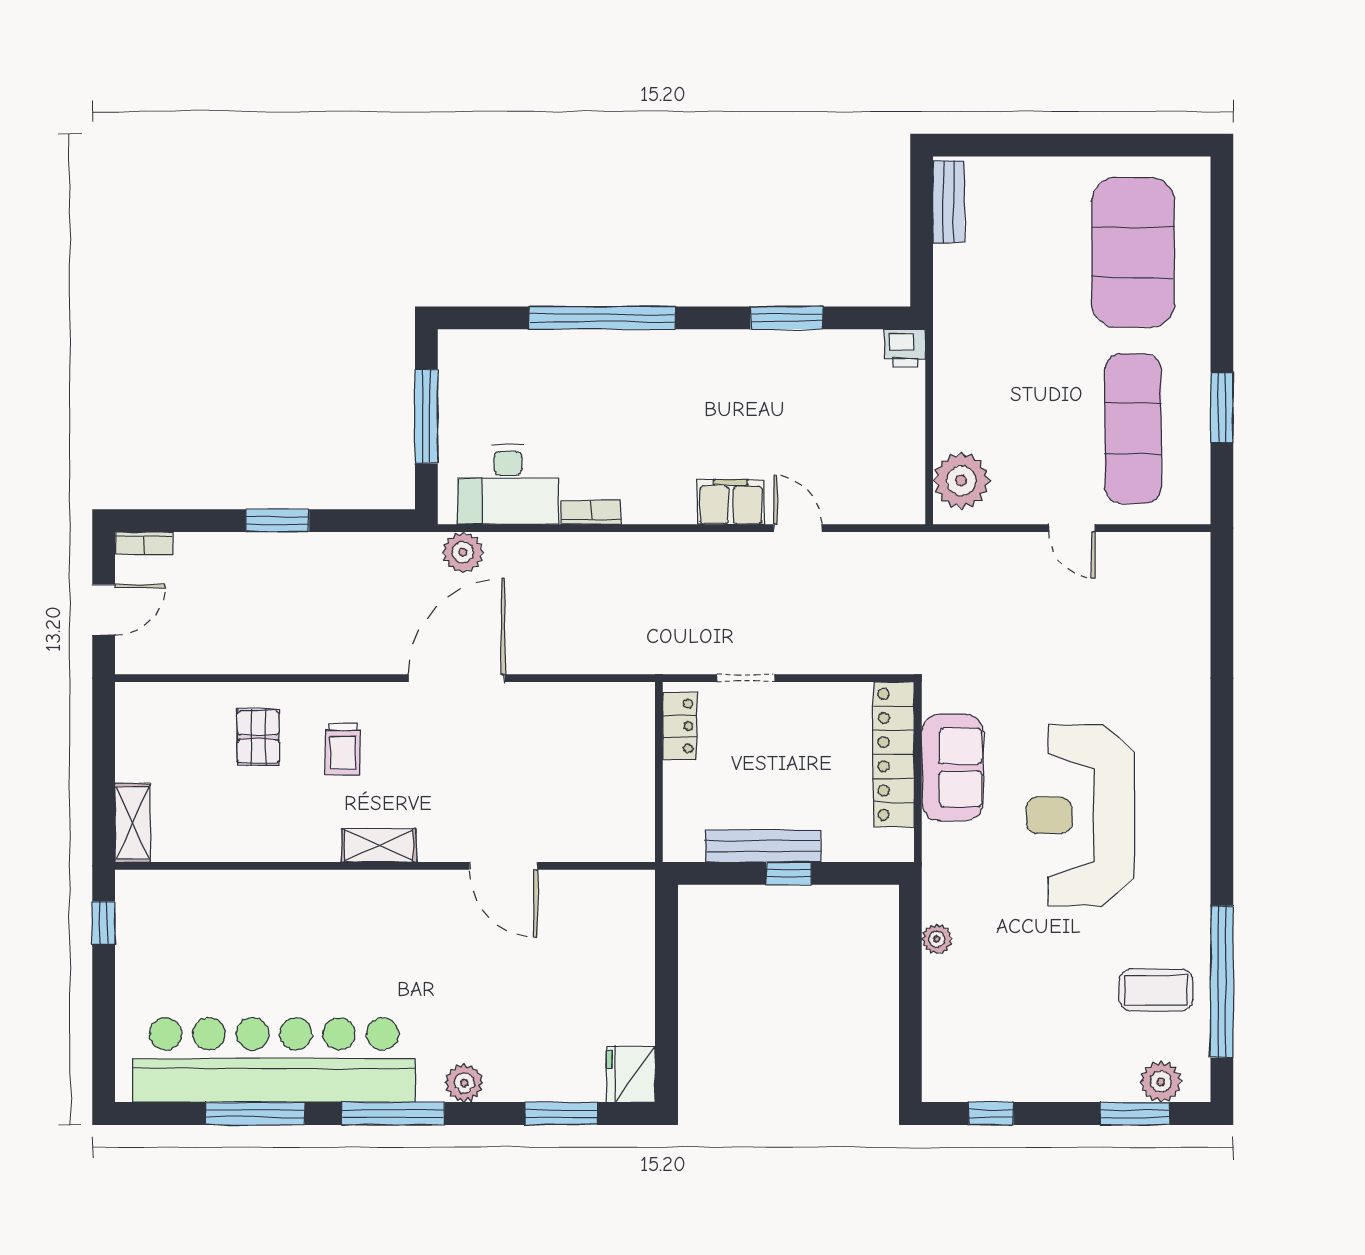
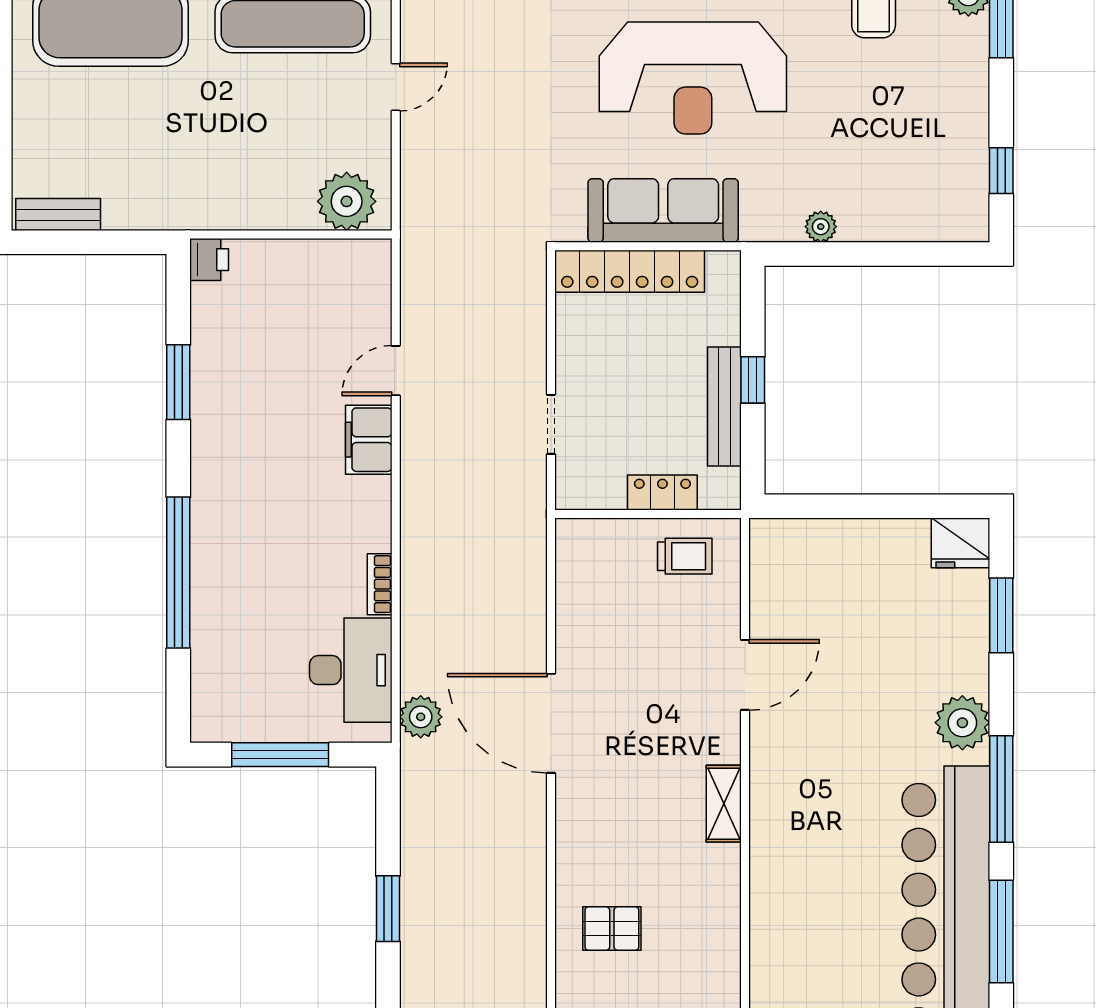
locker: (680, 726) -> (662, 493), moved
trolley: (343, 749) -> (685, 556), moved
sofa: (953, 767) -> (663, 210), width x1.36
plant: (464, 1083) -> (962, 723), width x1.36, depth x1.36

